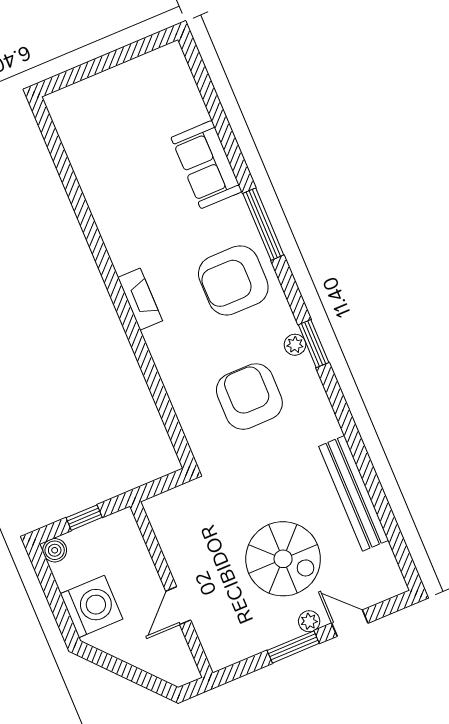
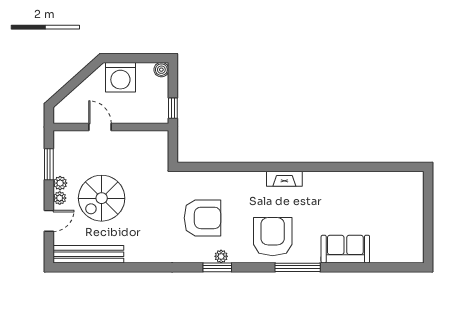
bench: (354, 493) -> (88, 254), moved
window: (84, 518) -> (173, 108), moved
plant: (287, 630) -> (60, 183), added
window: (293, 647) -> (49, 164), moved

